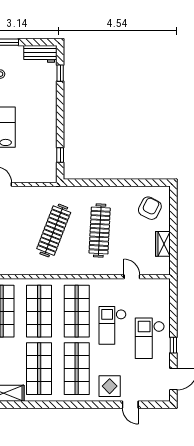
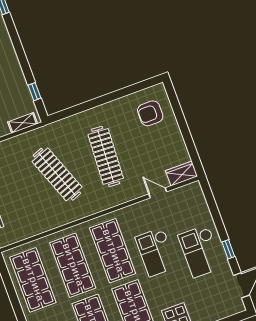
shelving: (41, 177) -> (23, 123), added
armchair: (150, 208) -> (150, 113), turned -117
clothes rail: (54, 231) -> (57, 174), turned -42
wardrobe: (163, 244) -> (182, 174), moved, turned 90

